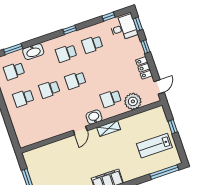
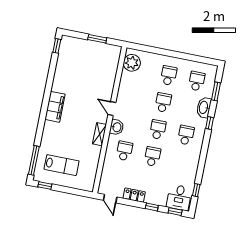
window: (70, 30) -> (210, 123), moved
school desk: (92, 44) -> (152, 156), moved
plant: (133, 101) -> (132, 63), moved
window: (173, 127) -> (45, 186), moved
lab bench: (154, 146) -> (62, 165), turned 90

